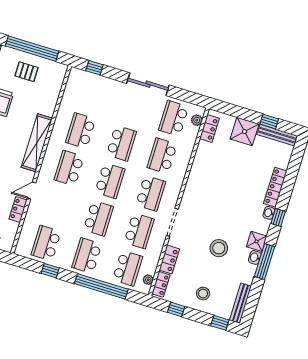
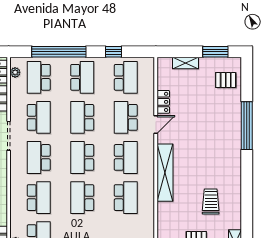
school desk: (58, 206) -> (126, 117), added
school desk: (139, 231) -> (39, 117), turned 180

